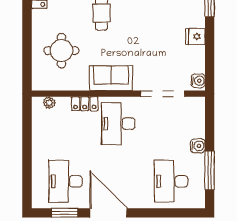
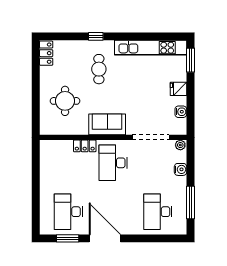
water cooler: (198, 81) -> (181, 112), moved
plant: (49, 103) -> (180, 145), moved
water cooler: (198, 146) -> (181, 169), moved

